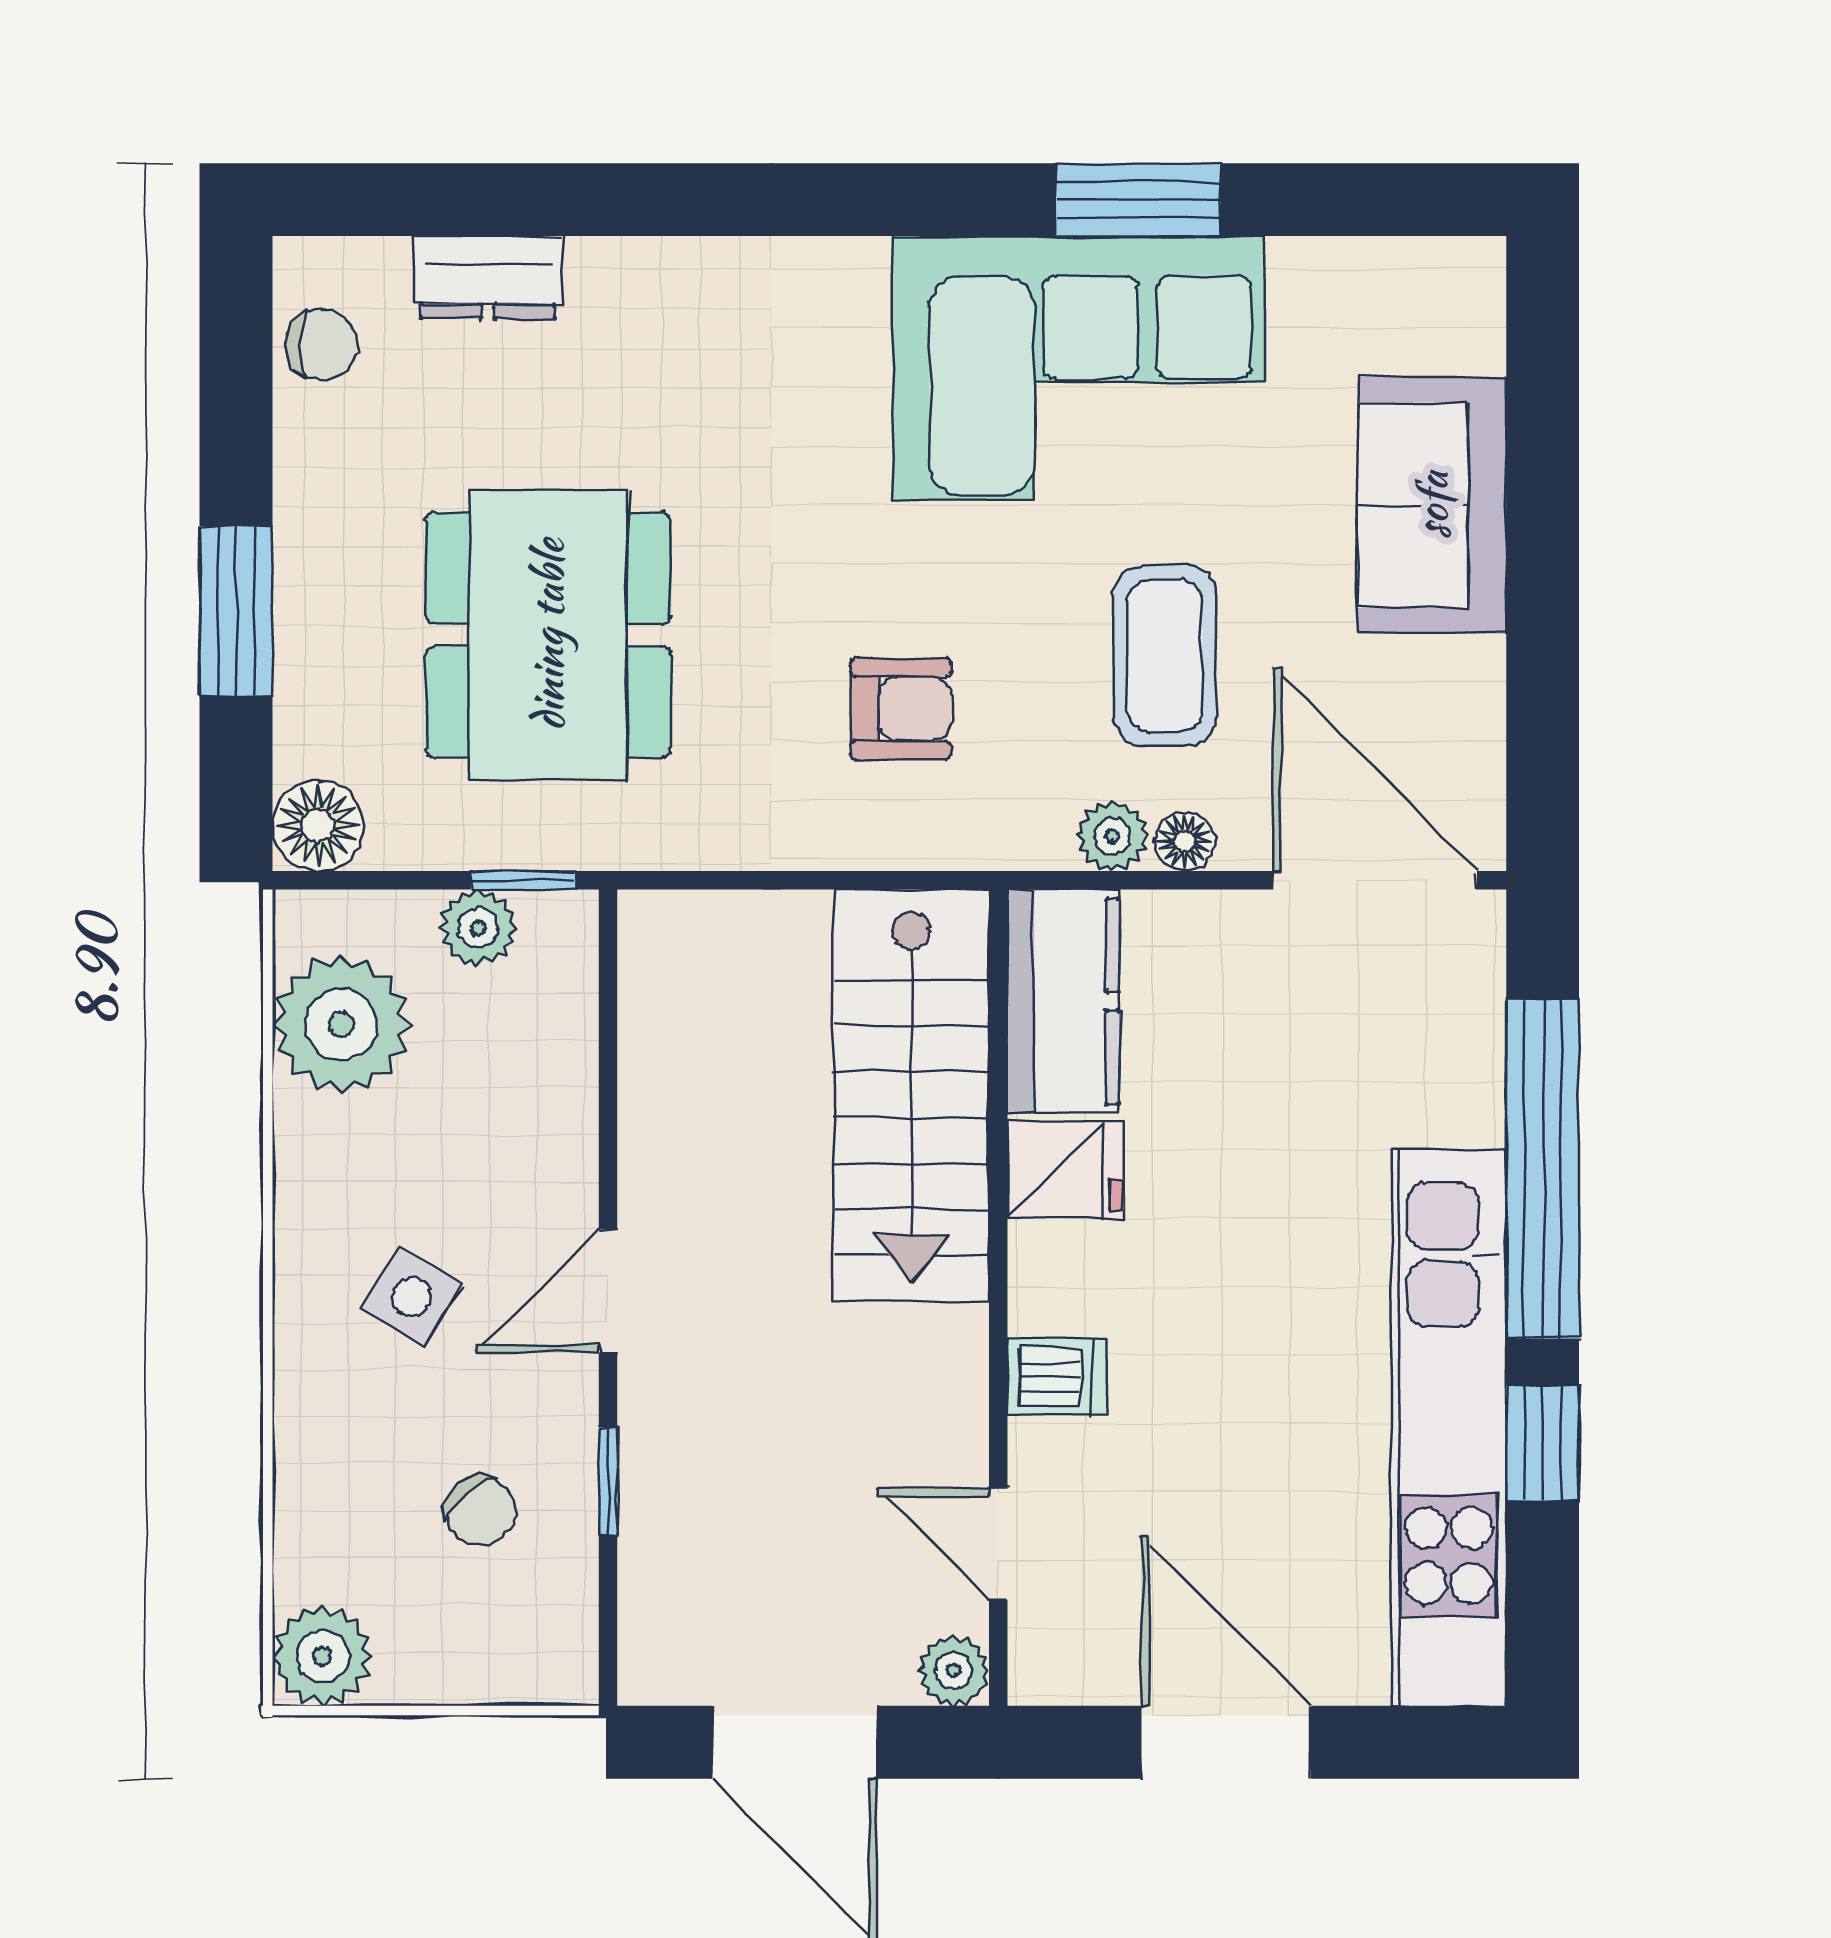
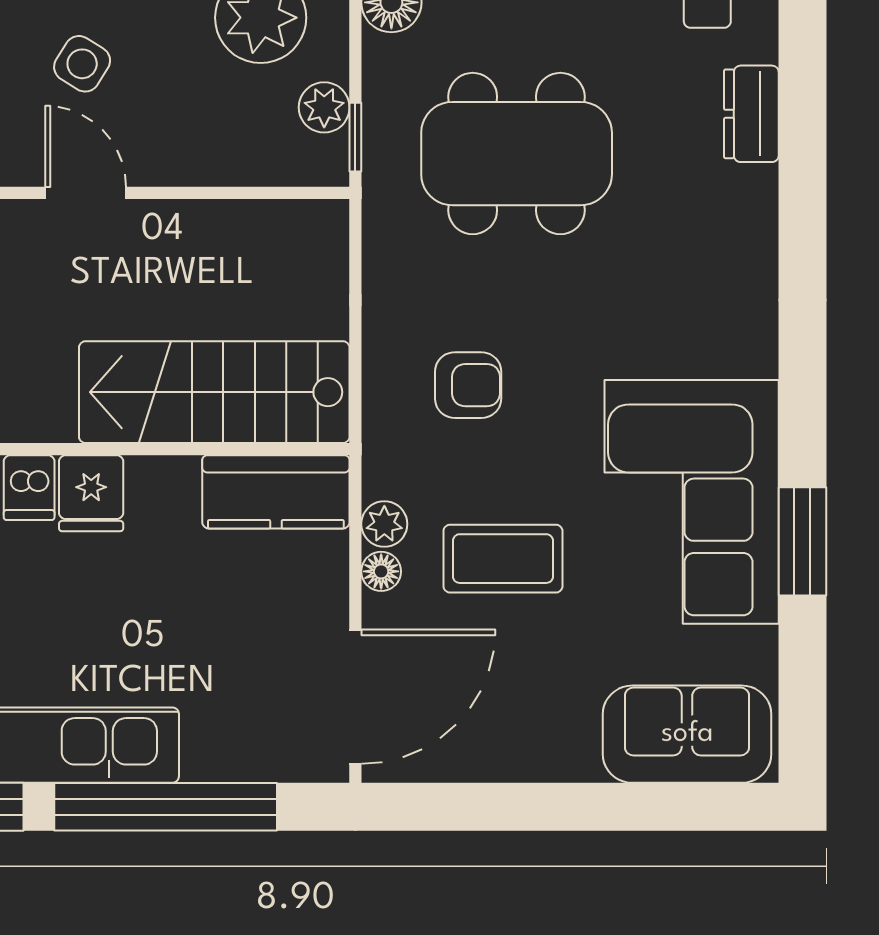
sofa: (1432, 505) -> (687, 734), moved
armchair: (901, 709) -> (468, 385), turned -90
fridge: (1065, 1169) -> (91, 493), moved

